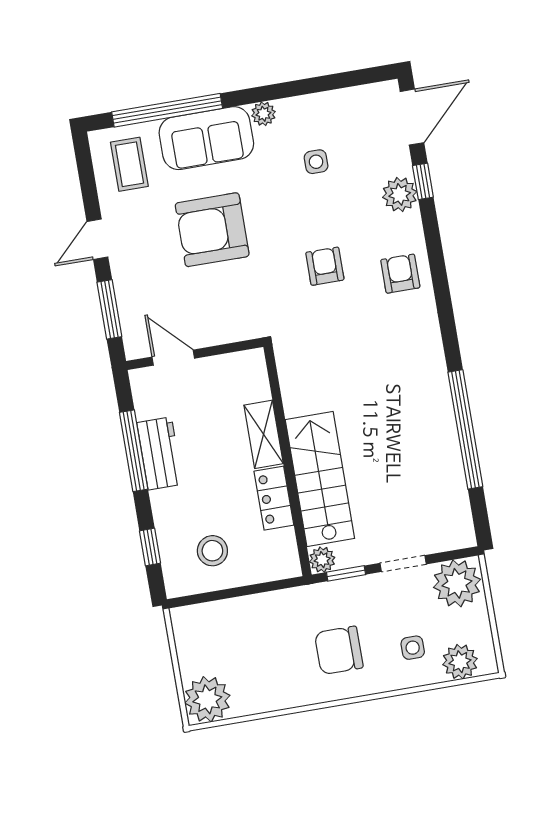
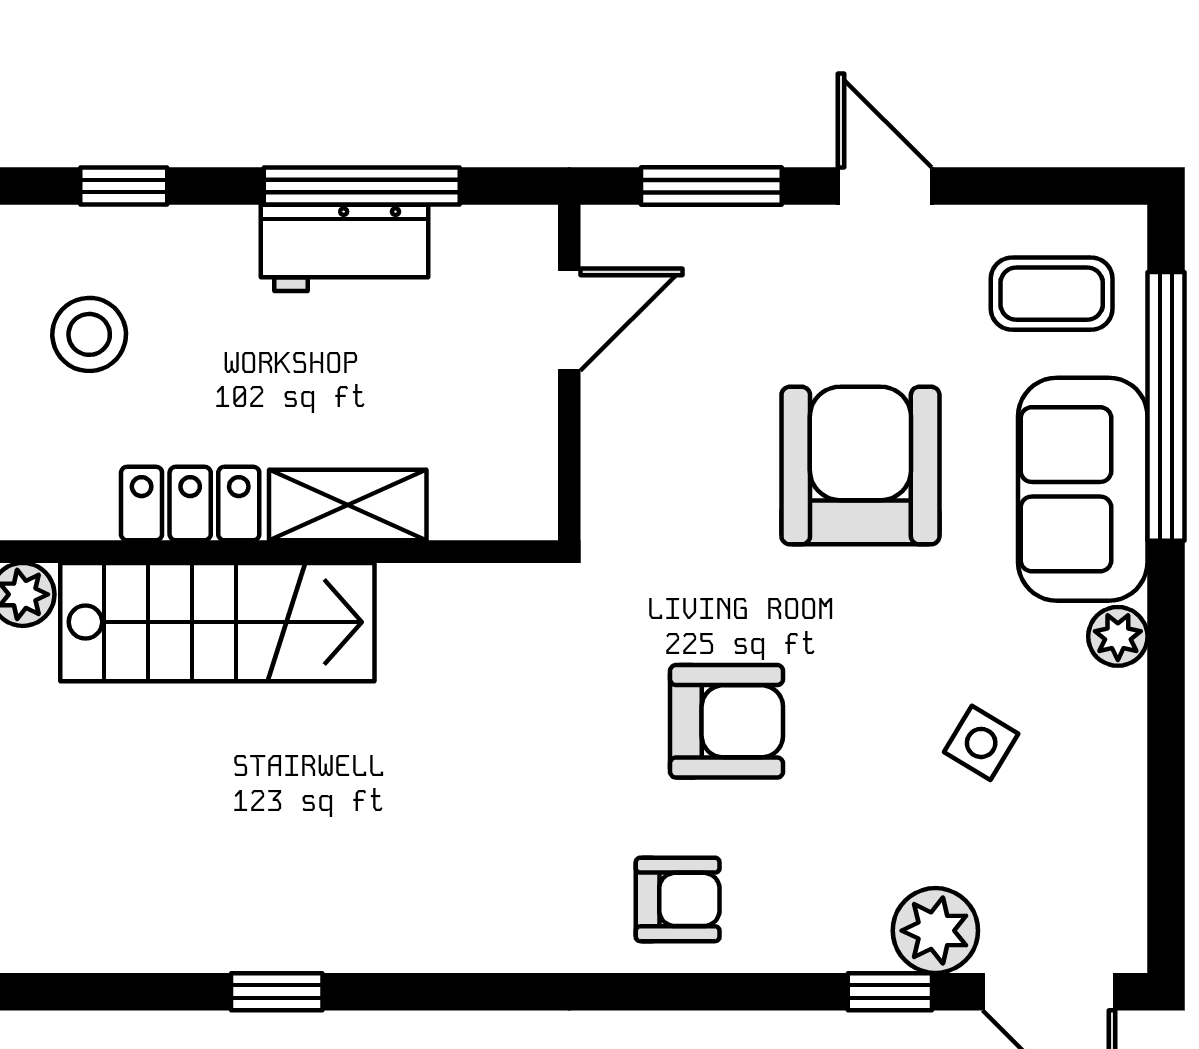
side table: (316, 162) -> (981, 743), turned 31
plant: (400, 194) -> (935, 931), moved
armchair: (325, 266) -> (727, 721), width x1.38, depth x1.38
window: (465, 429) -> (277, 992), width x0.32

